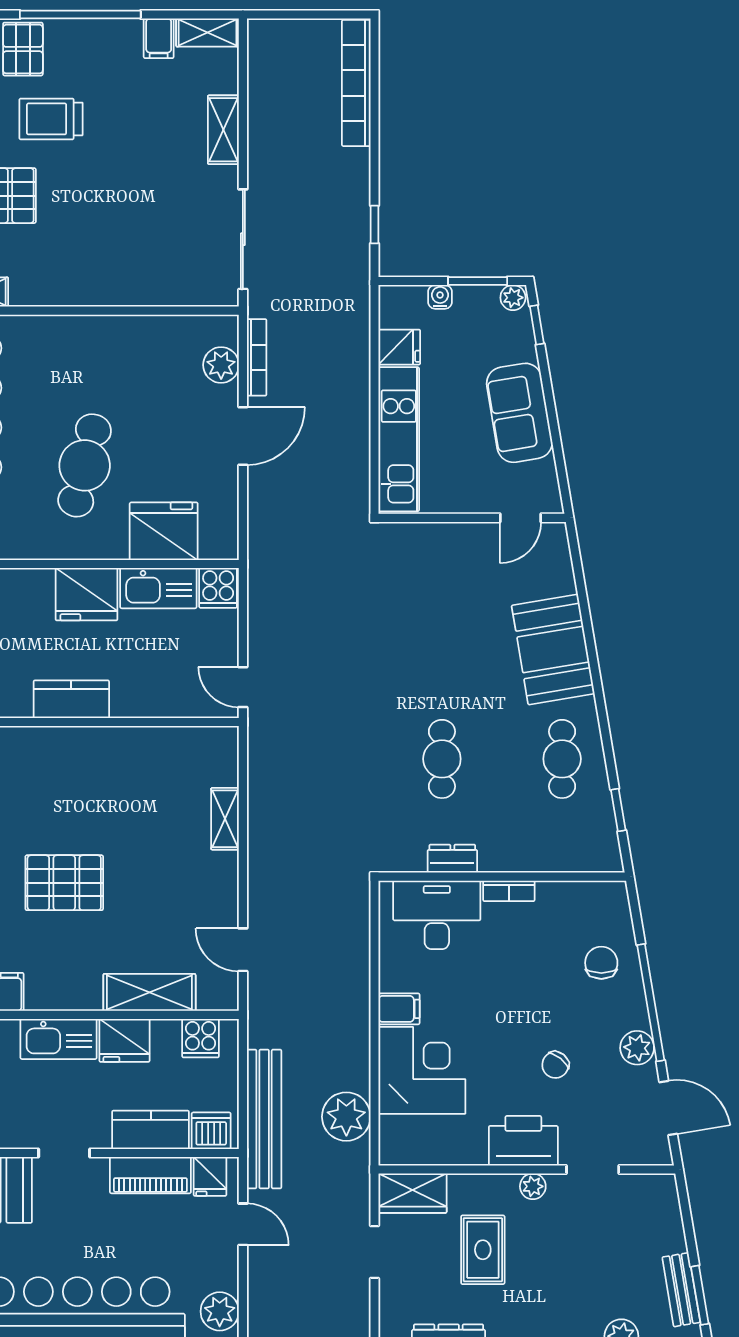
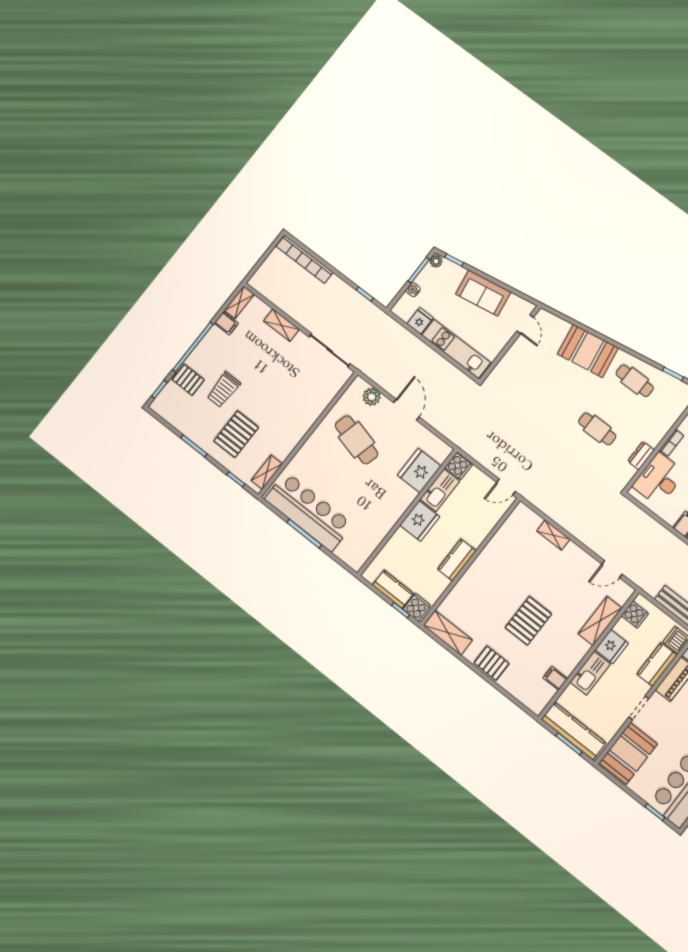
bookcase: (257, 357) -> (380, 380), removed
cafe table: (85, 465) -> (357, 440), moved

